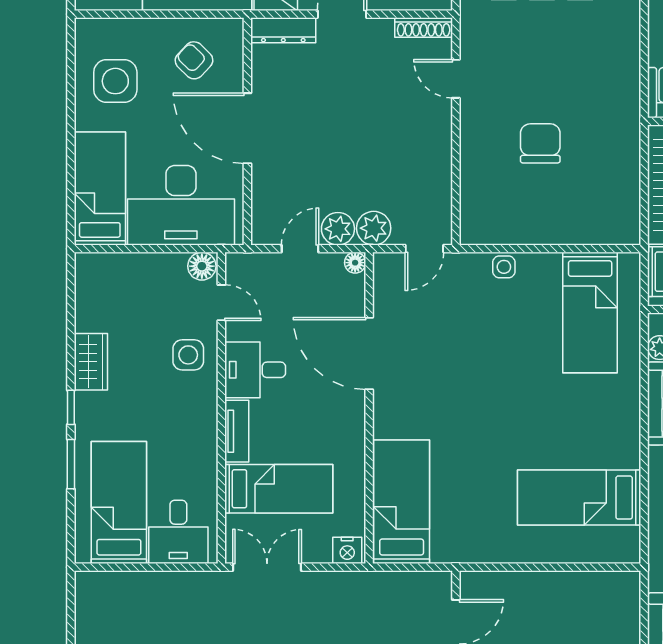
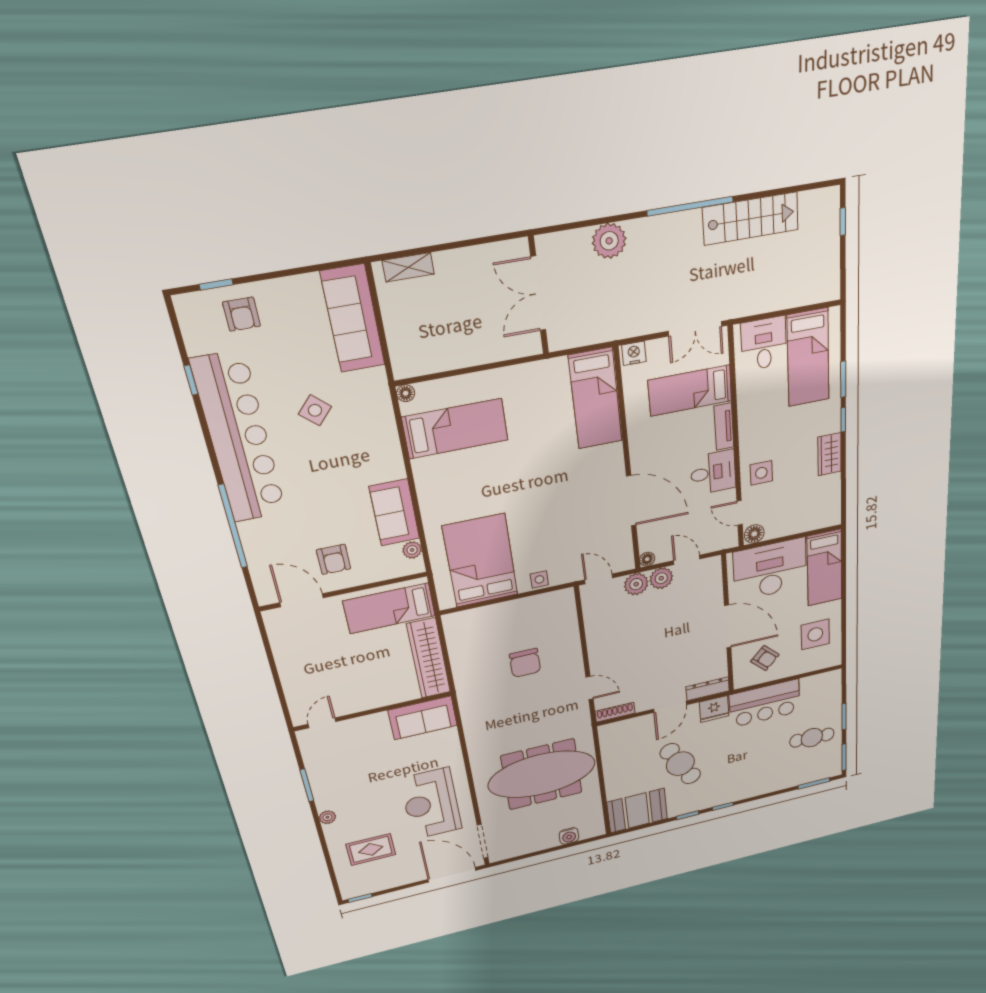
door: (300, 249) -> (687, 560), swing flipped
door: (424, 249) -> (599, 579), hinge flipped
bed: (590, 312) -> (480, 561), width x1.50
floor lamp: (630, 553) -> (406, 393), added

